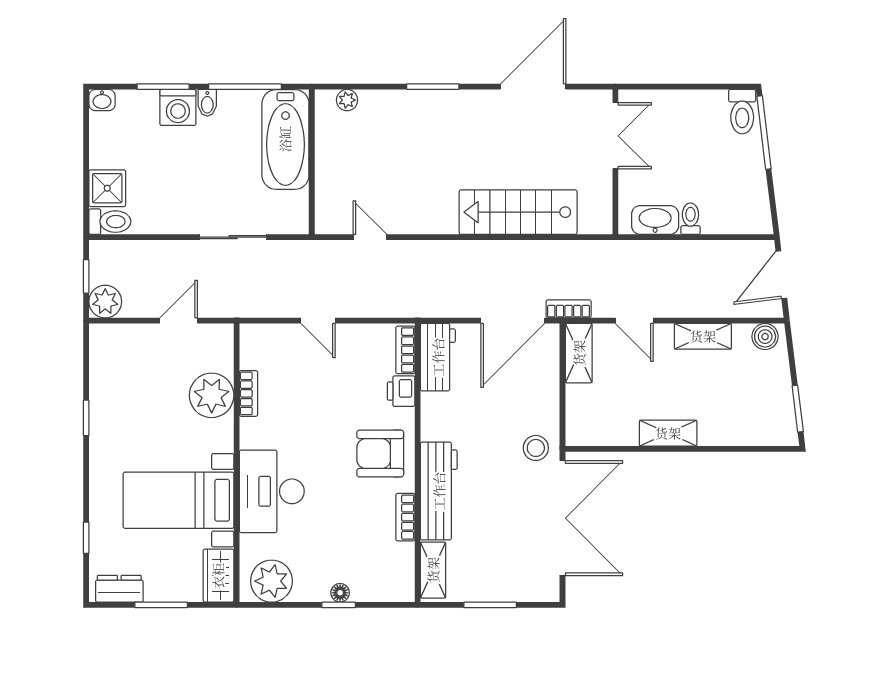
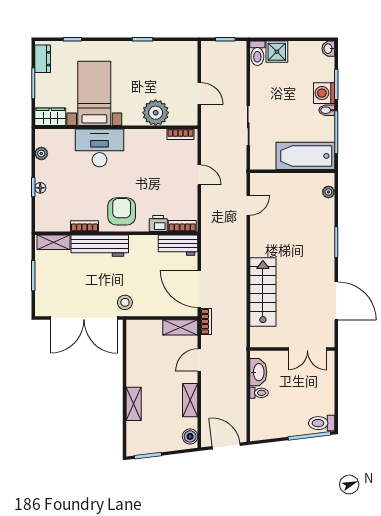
plant: (105, 302) -> (211, 51), removed
door: (318, 321) -> (199, 175), swing flipped
bookcase: (248, 393) -> (180, 134), moved
shelving: (668, 433) -> (134, 404), moved
plant: (271, 581) -> (41, 153), width x0.53, depth x0.53

